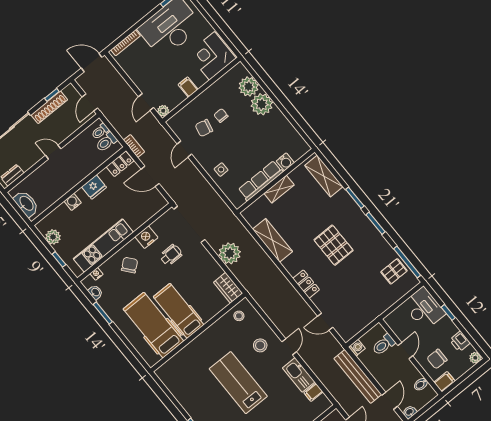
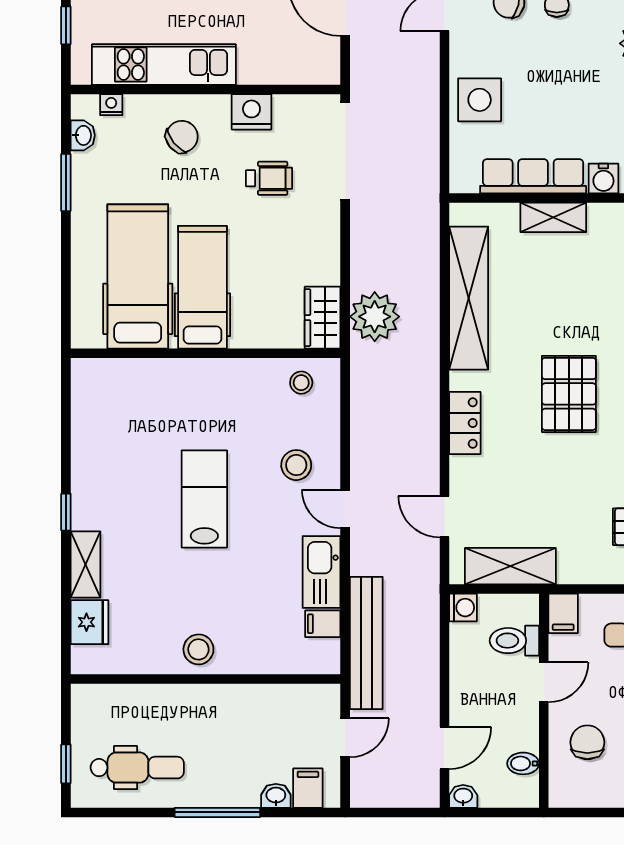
side table: (221, 170) -> (480, 100), width x1.87, depth x1.87
shelving: (273, 240) -> (469, 298), width x1.47
plant: (230, 253) -> (375, 317), moved
shelving: (362, 320) -> (510, 566), added
door: (289, 347) -> (345, 509), swing flipped
chair: (437, 359) -> (587, 742), turned 90
bench: (358, 376) -> (366, 643), moved
filing cabinet: (444, 382) -> (563, 613), moved, turned 90
lab bench: (238, 383) -> (204, 499), width x0.73, depth x0.72

